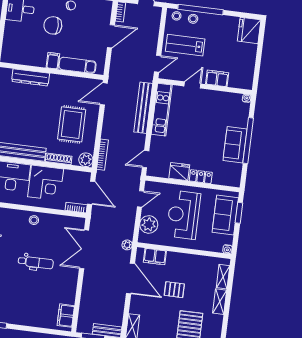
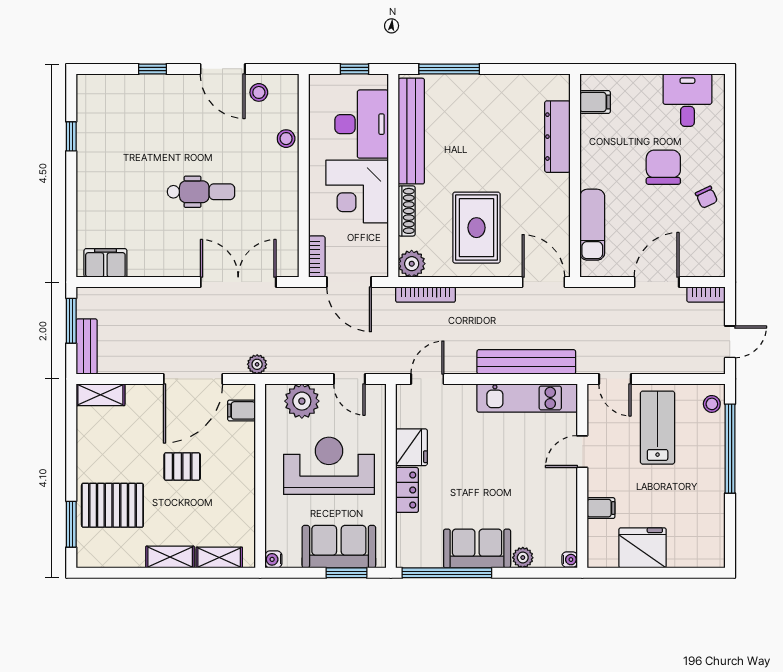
stool: (193, 19) -> (710, 437), removed
fridge: (249, 30) -> (643, 548), moved
door: (111, 36) -> (657, 282), swing flipped
filing cabinet: (53, 61) -> (595, 102), moved
filing cabinet: (217, 78) -> (601, 508), width x0.50
door: (192, 85) -> (582, 452), swing flipped
plant: (243, 122) -> (523, 558), added
rug: (72, 124) -> (476, 228), turned 90
window: (248, 141) -> (447, 573), moved
door: (146, 159) -> (427, 379), hinge flipped
door: (91, 193) -> (349, 282), hinge flipped
stool: (34, 220) -> (286, 139), moved
filing cabinet: (155, 257) -> (241, 410), width x0.50
dental chair: (36, 262) -> (201, 192), turned -90
pallet: (174, 290) -> (182, 466), turned 90

